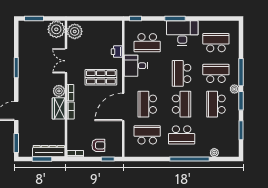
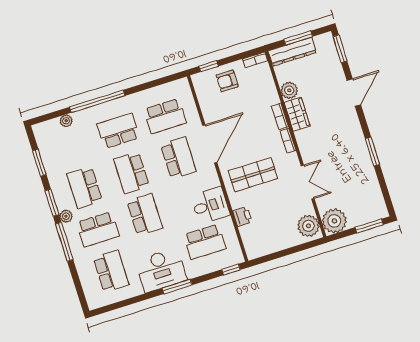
school desk: (147, 43) -> (205, 242), turned 180
school desk: (216, 43) -> (111, 271), turned -90
plant: (59, 91) -> (289, 90), moved
school desk: (216, 104) -> (85, 187), turned 180

